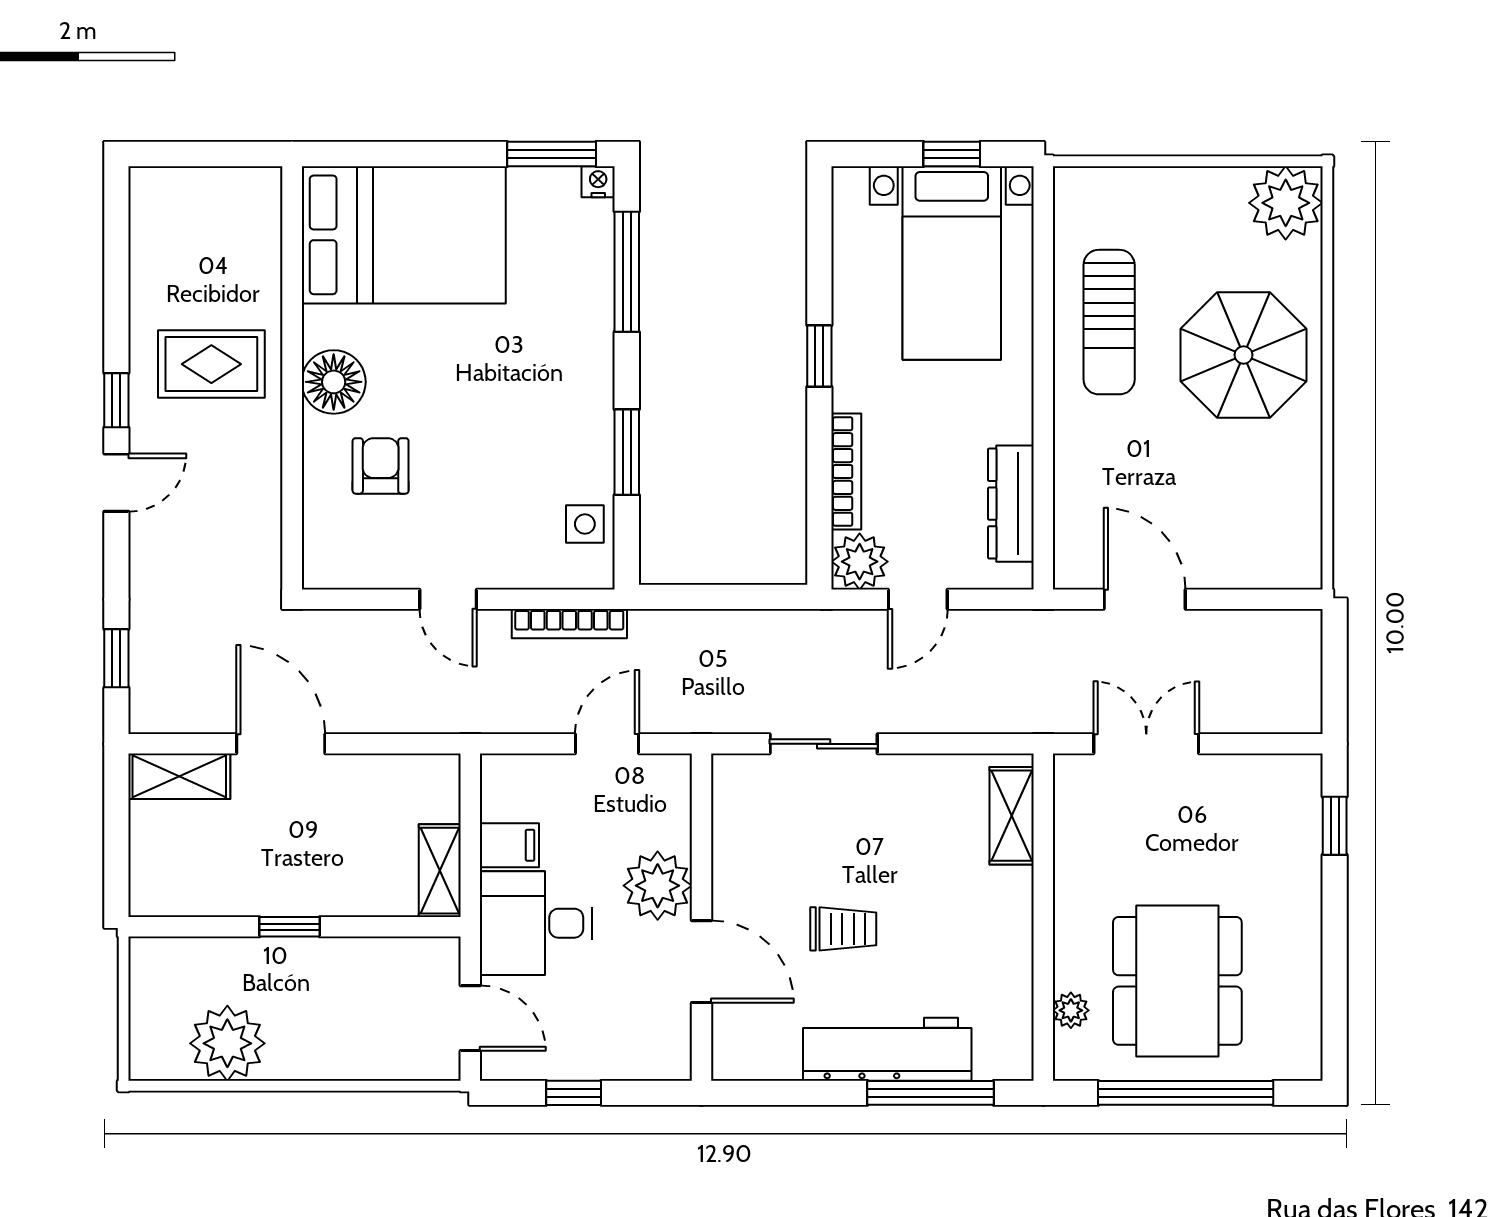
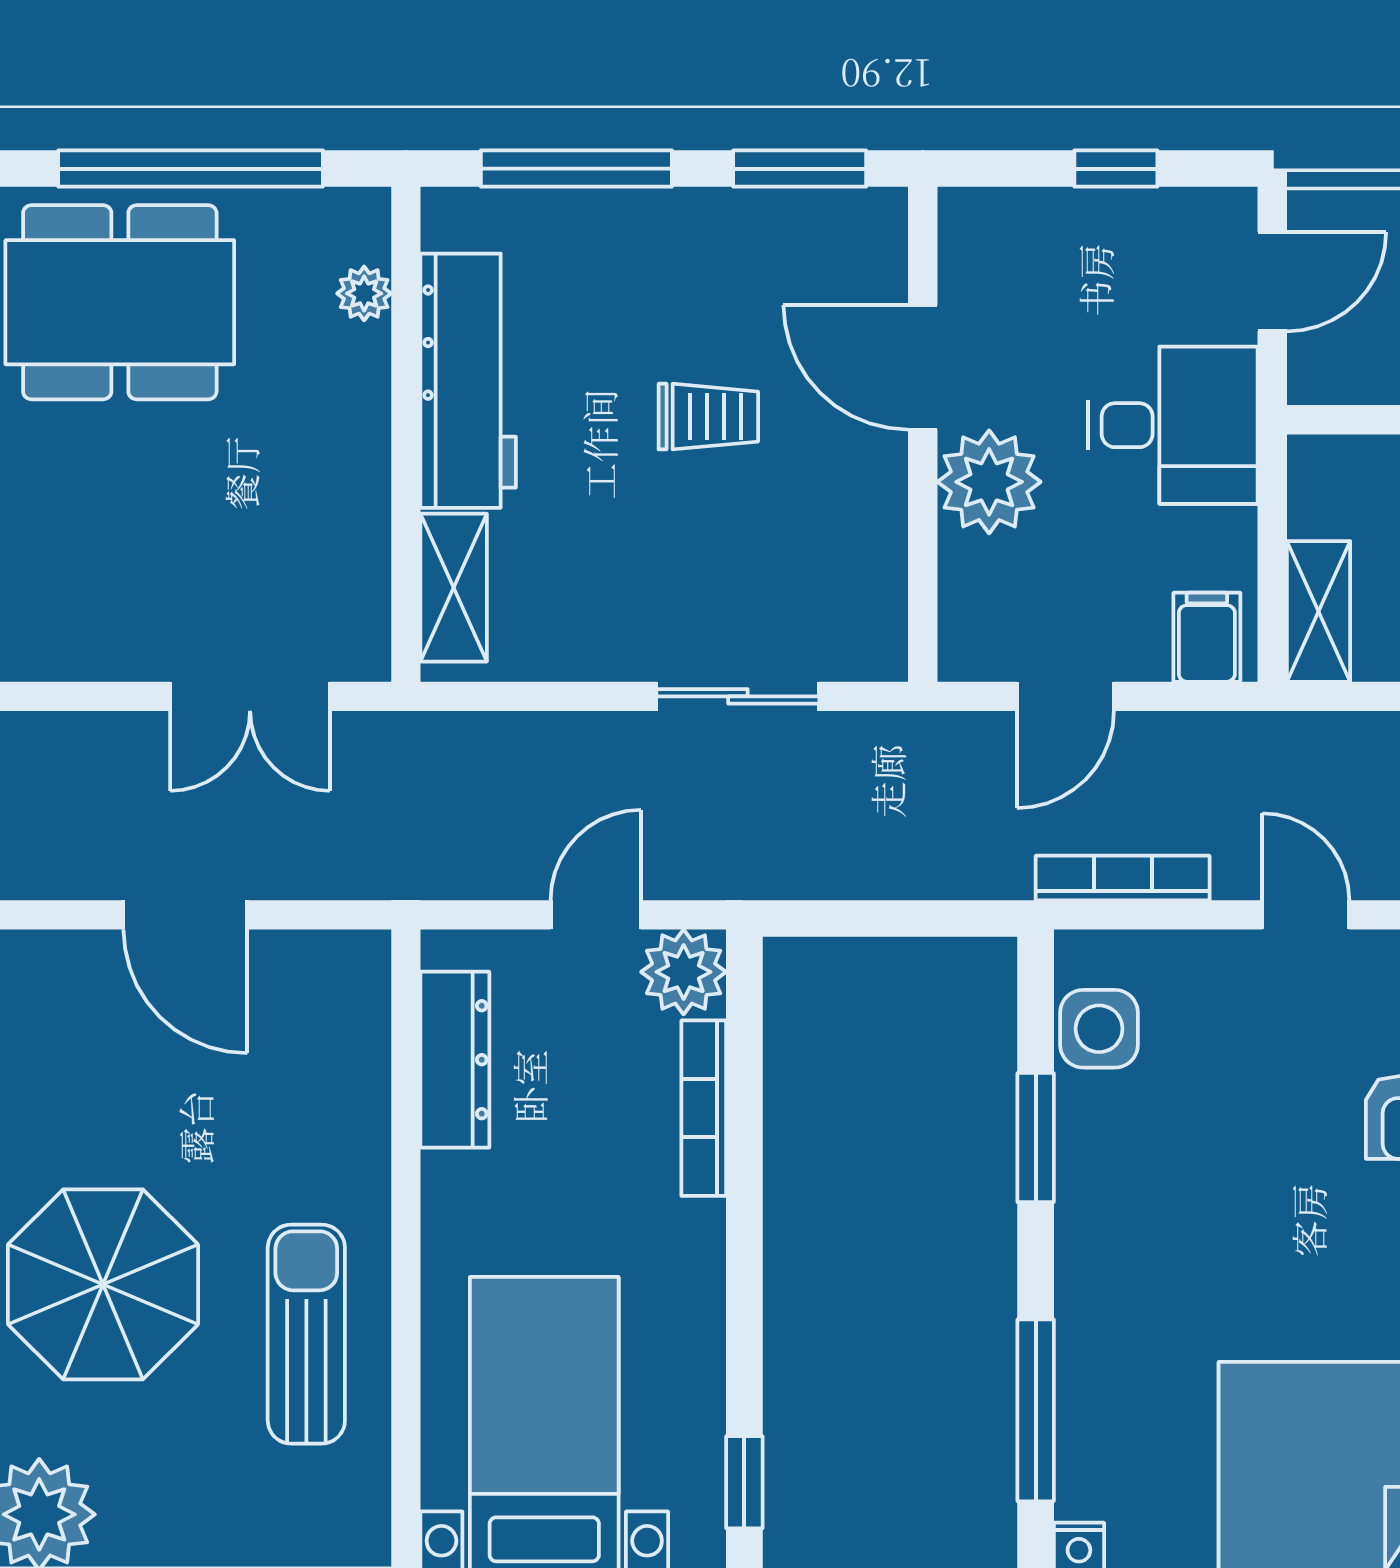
window: (819, 356) -> (744, 1482), moved
side table: (585, 524) -> (1099, 1029), width x1.37, depth x1.37
door: (1145, 599) -> (185, 915), moved
filing cabinet: (509, 845) -> (1207, 637), moved, turned 90
shelving: (440, 871) -> (1318, 611), moved
trolley: (843, 929) -> (708, 417), turned 180
dining table: (1177, 981) -> (120, 302), moved, turned 90
door: (470, 1018) -> (1272, 282), swing flipped
workbench: (887, 1049) -> (468, 381), moved, turned -90
window: (783, 1093) -> (800, 169), added

